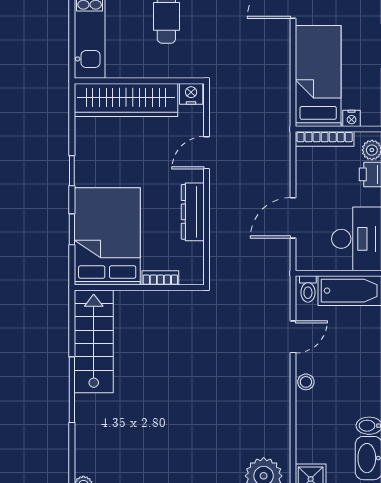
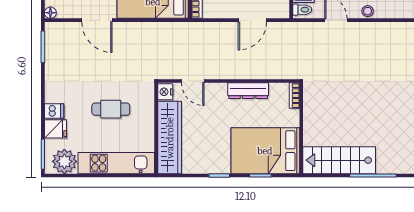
door: (206, 153) -> (193, 81), moved
door: (293, 218) -> (252, 20), hinge flipped
bookcase: (160, 278) -> (294, 96), moved

